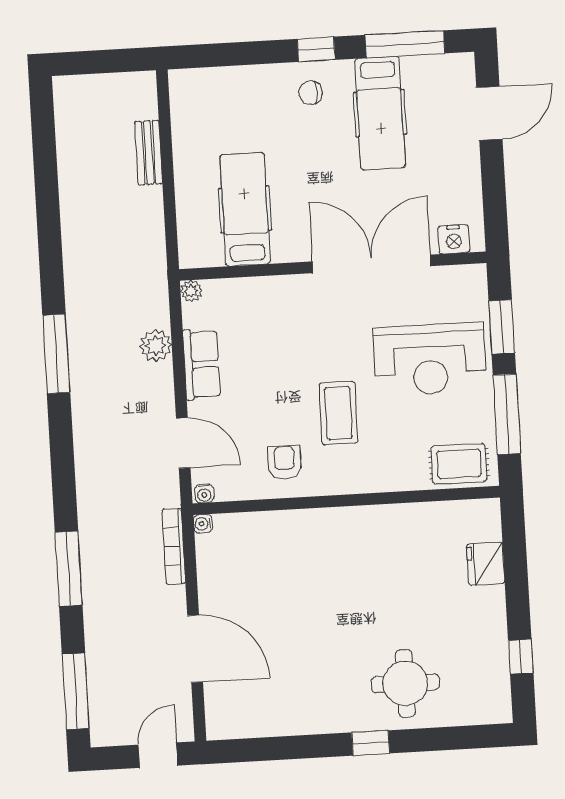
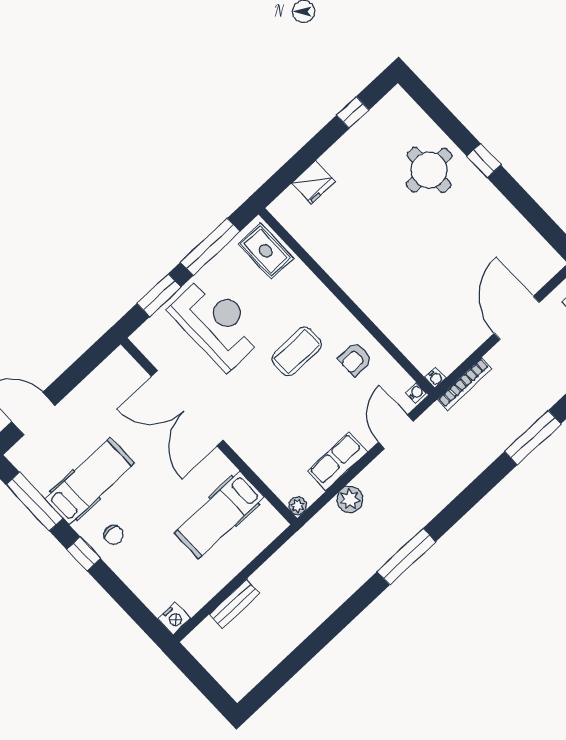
nightstand: (454, 239) -> (174, 618), moved, turned 90

